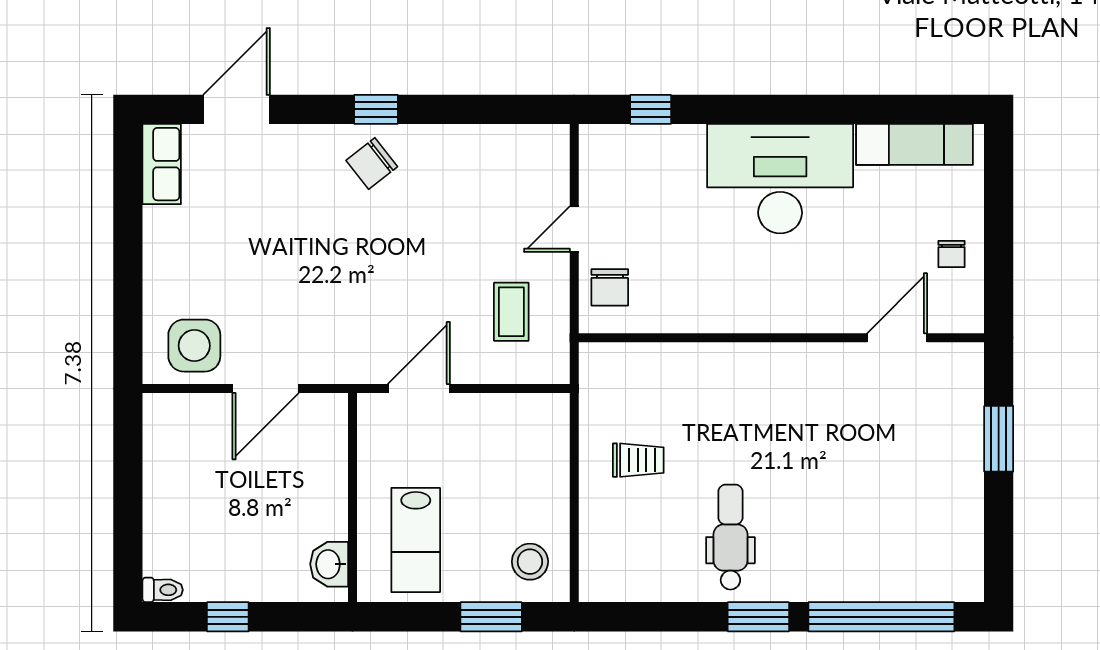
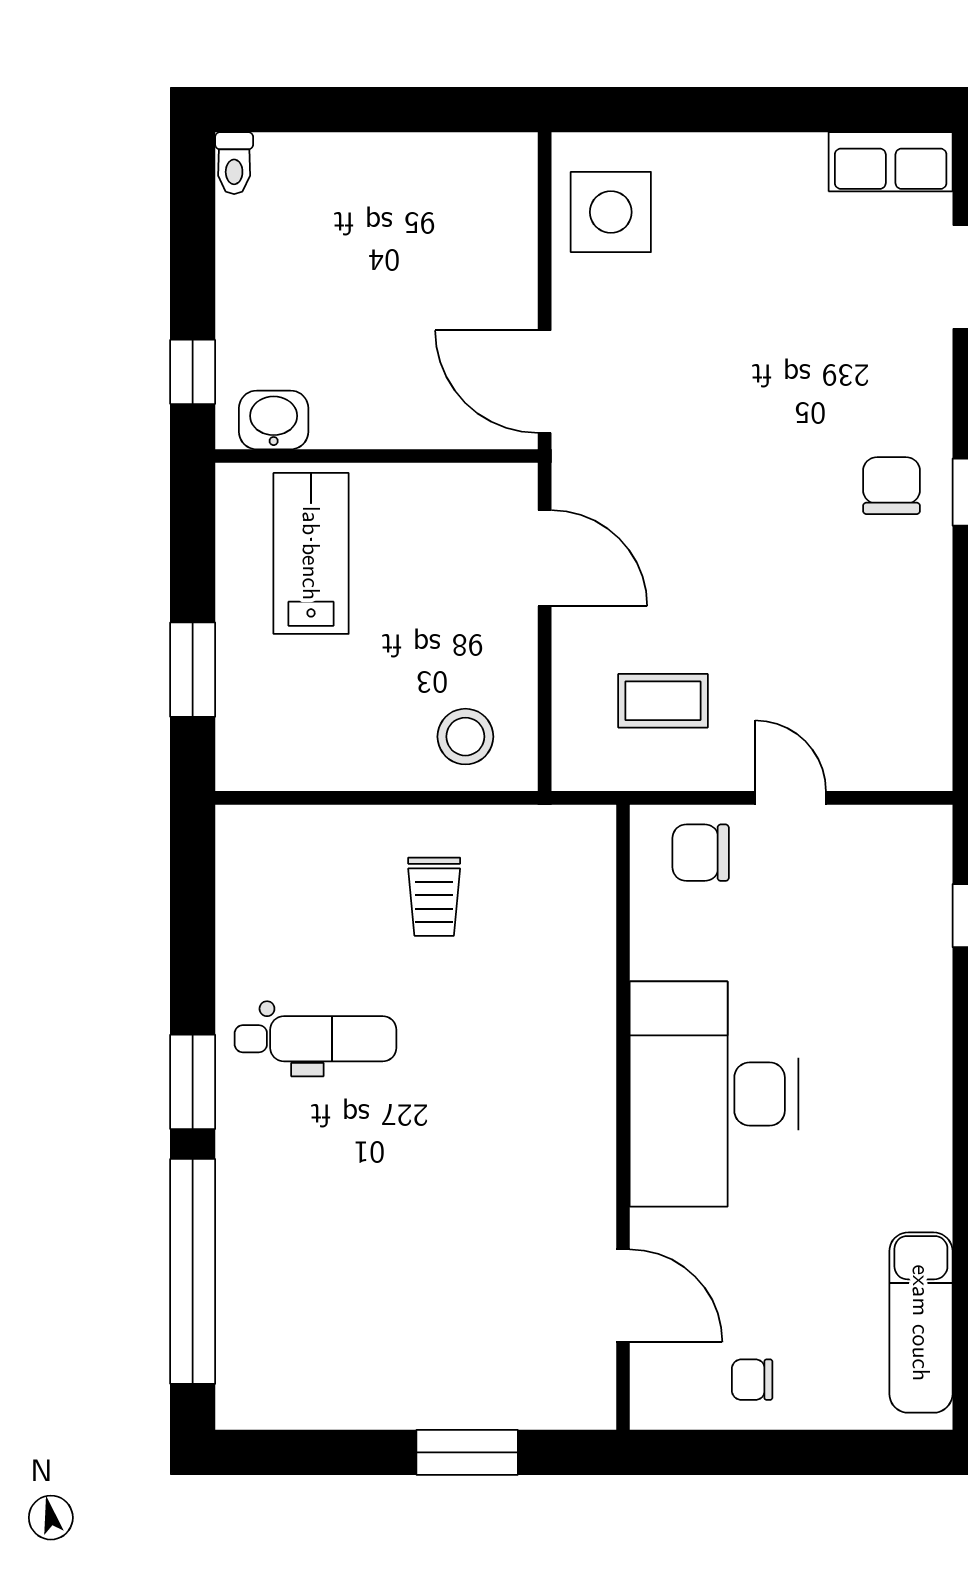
chair: (372, 164) -> (892, 486), turned 38
desk: (780, 179) -> (714, 1094), moved, turned 180
door: (266, 389) -> (545, 382), moved
lab bench: (416, 540) -> (311, 553), turned 90
stool: (530, 562) -> (465, 737), moved
window: (228, 617) -> (193, 372), moved

